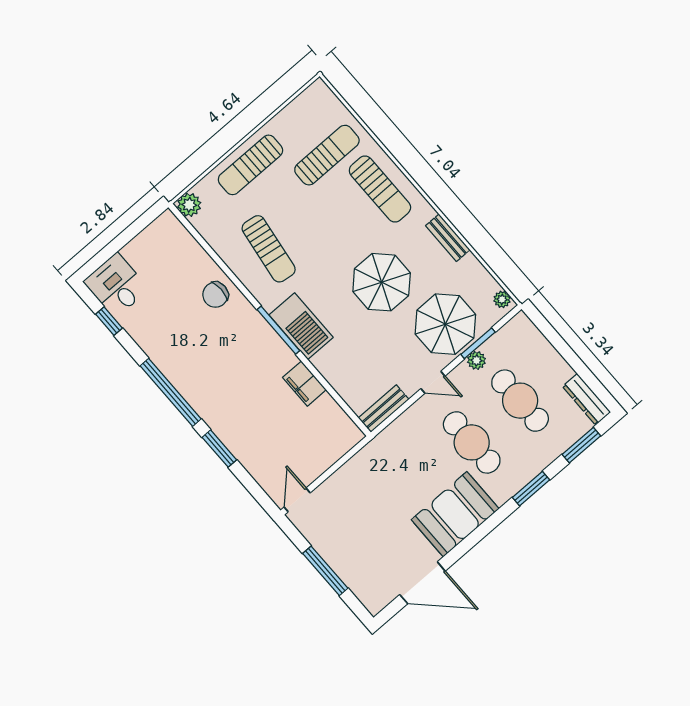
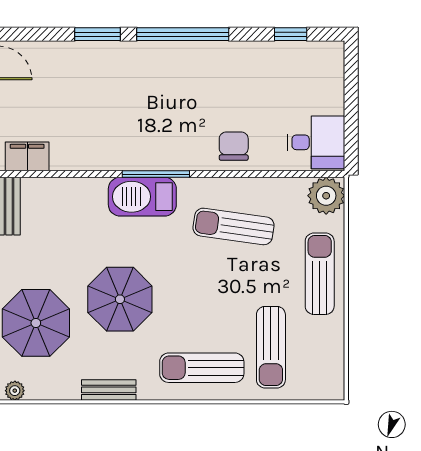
plant: (189, 205) -> (326, 196), width x1.36, depth x1.36
desk: (116, 285) -> (316, 142), moved
filing cabinet: (304, 384) -> (27, 156), moved

